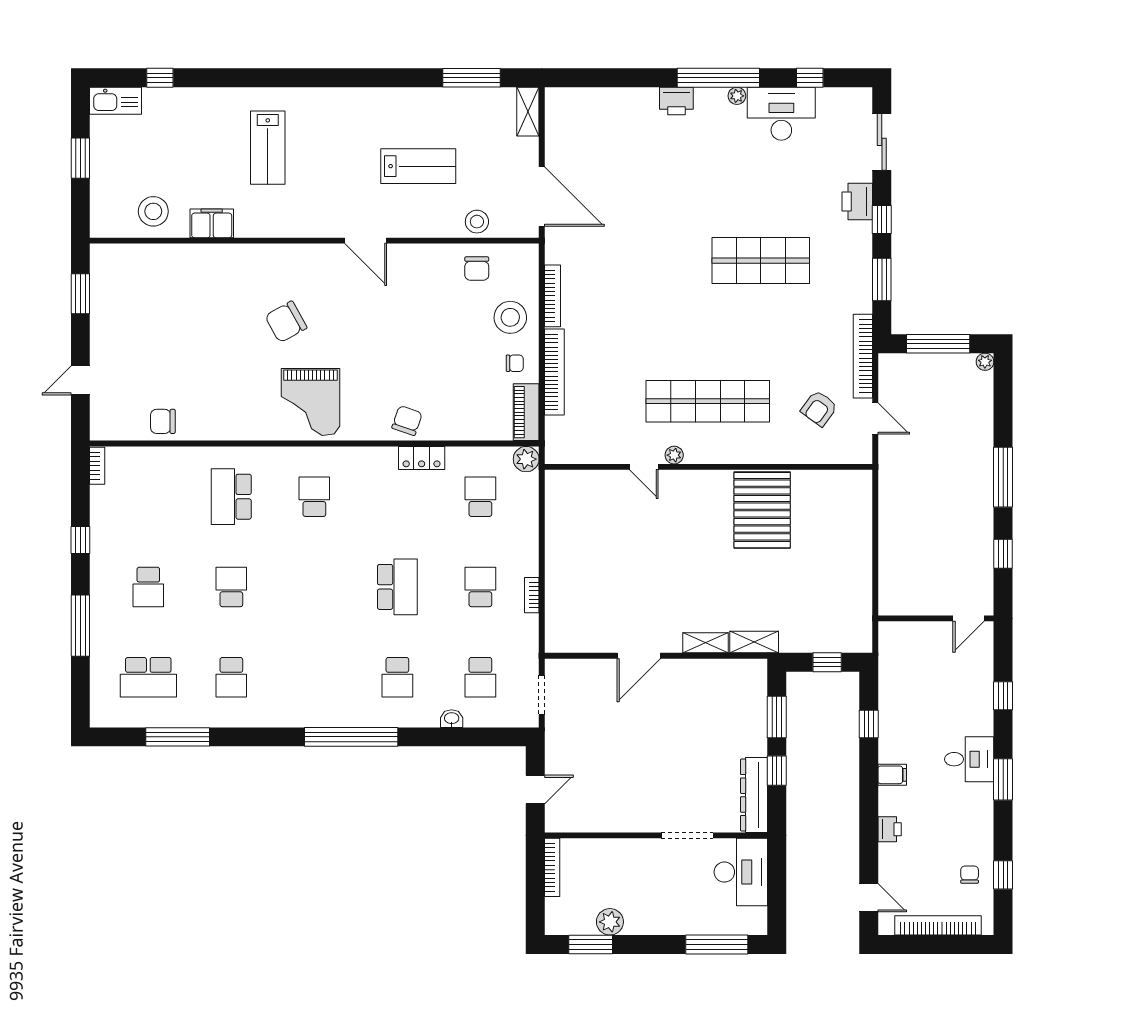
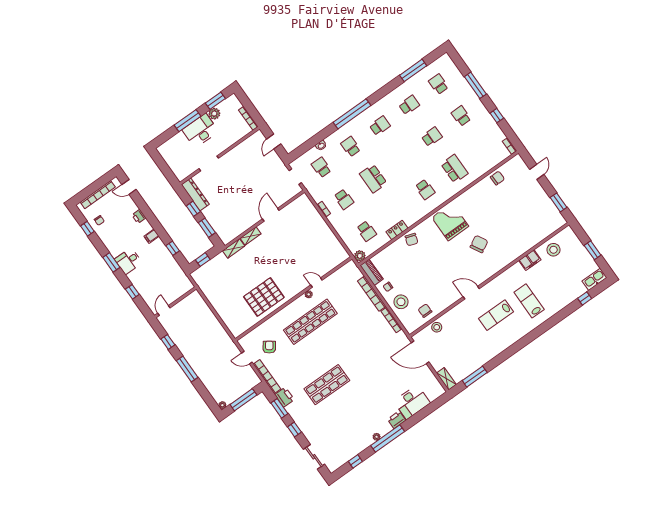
desk: (781, 114) -> (412, 402), moved
lab bench: (418, 166) -> (496, 315), moved
printer: (857, 202) -> (284, 397), moved
pallet: (762, 510) -> (264, 297), turned 90
school desk: (231, 587) -> (432, 137), turned -90
school desk: (148, 677) -> (438, 84), width x0.54
school desk: (231, 677) -> (409, 105), turned 90
school desk: (314, 677) -> (380, 126), added
desk: (741, 872) -> (200, 131), moved, turned 90
window: (717, 944) -> (187, 121), moved

